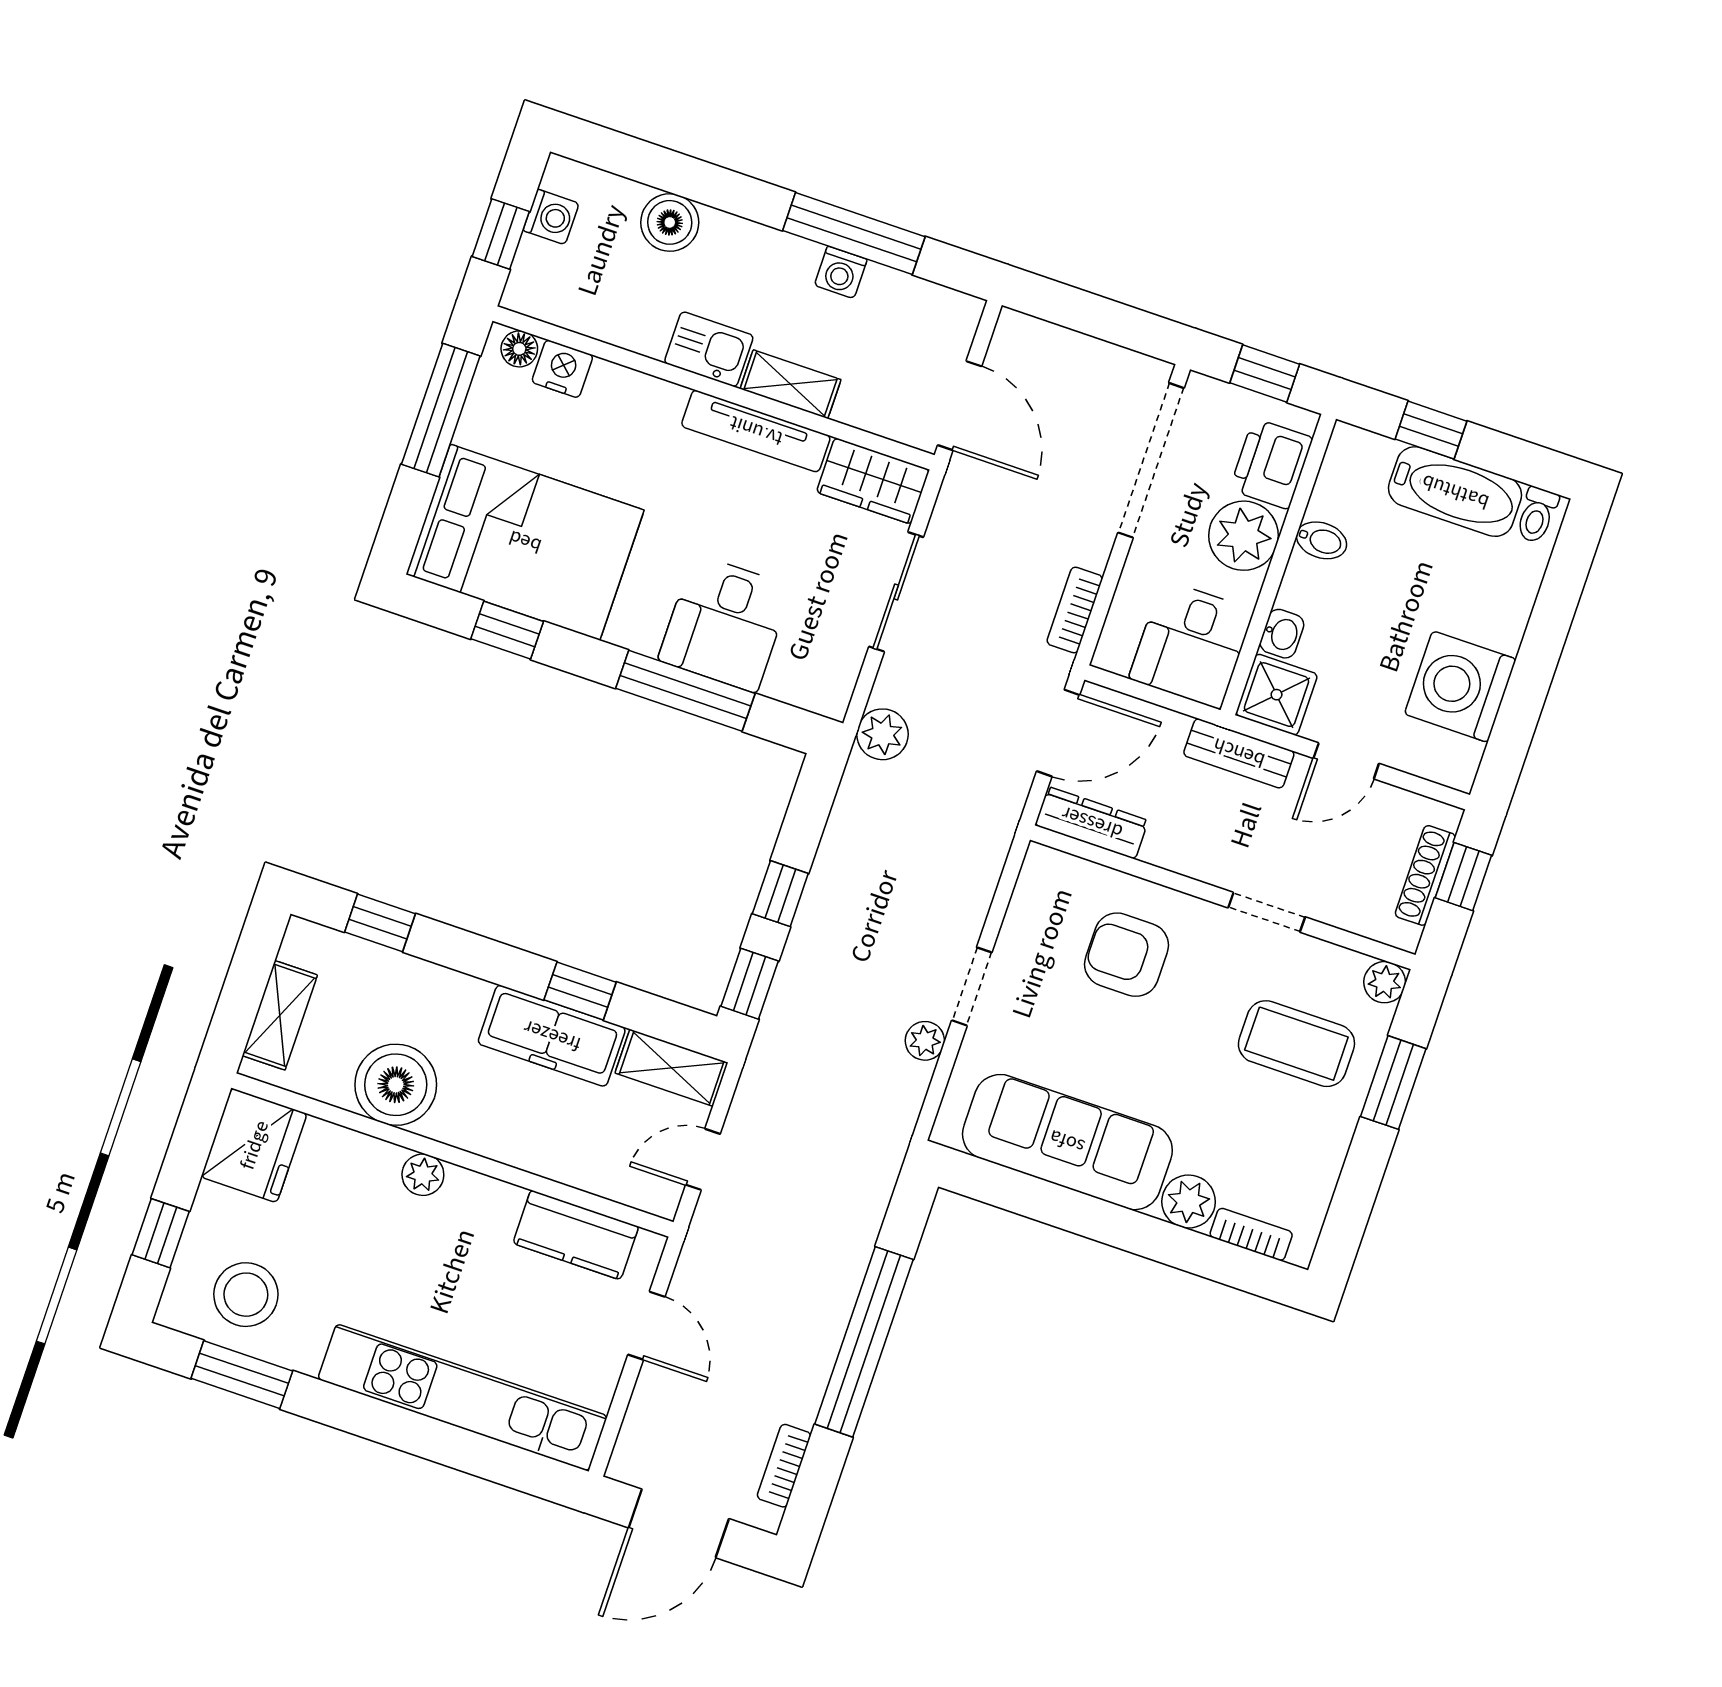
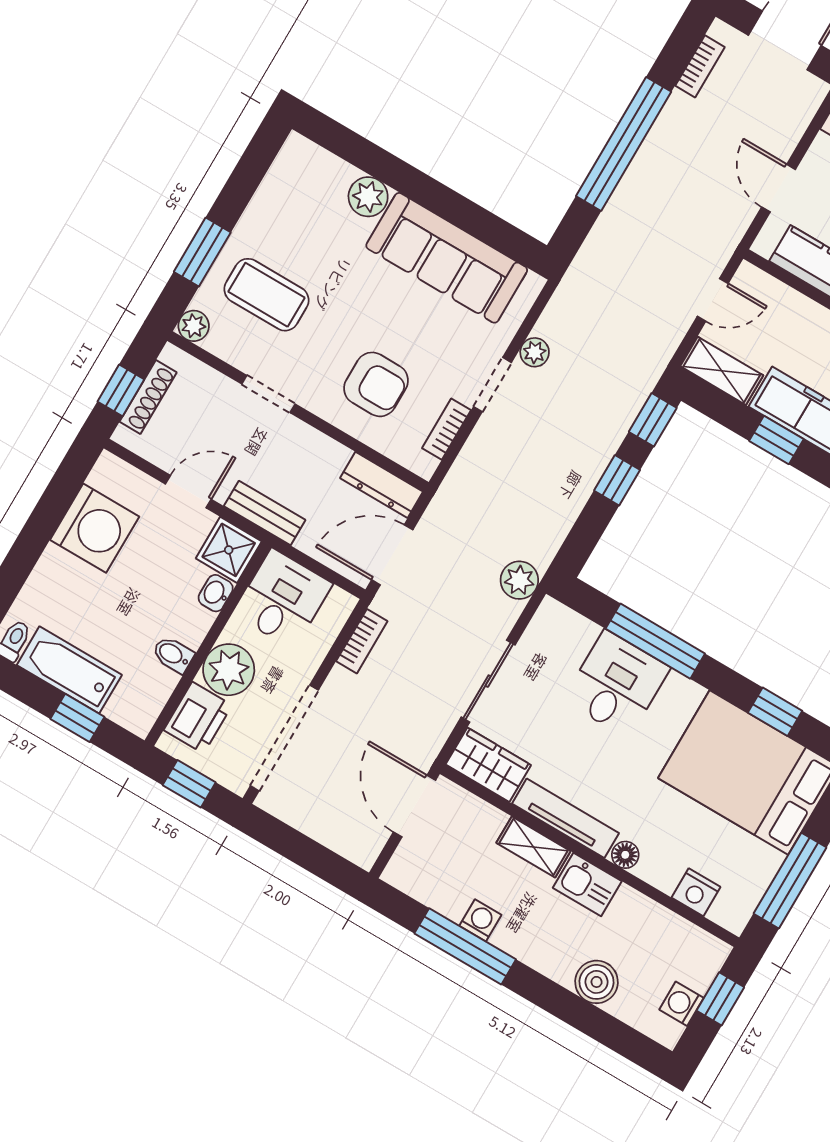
floor lamp: (519, 349) -> (625, 855), moved
bookcase: (1251, 1234) -> (446, 429), moved, turned 90

